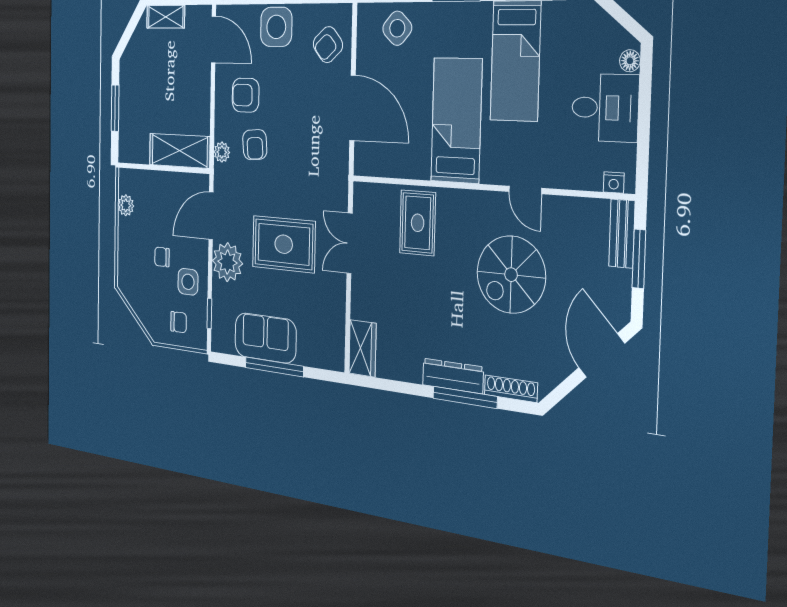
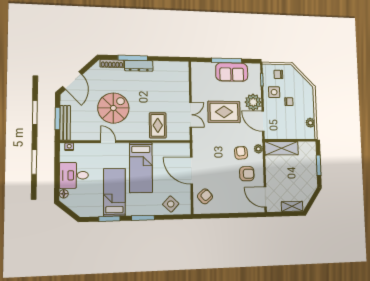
side table: (276, 27) -> (232, 203), removed
door: (211, 216) -> (263, 121), swing flipped
bench: (622, 234) -> (65, 123), width x1.36
wardrobe: (362, 348) -> (182, 72), removed

